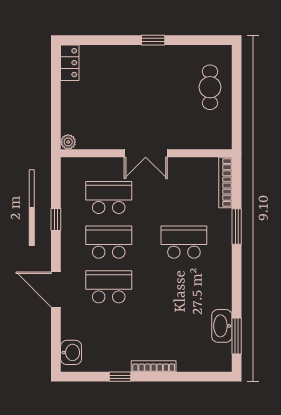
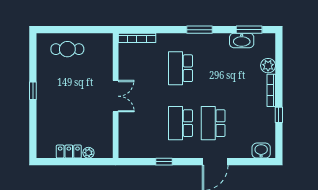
locker: (70, 63) -> (69, 152), moved
plant: (68, 142) -> (88, 153), moved
school desk: (109, 197) -> (148, 123), removed
window: (237, 227) -> (199, 30), moved
plant: (187, 362) -> (268, 66), added

